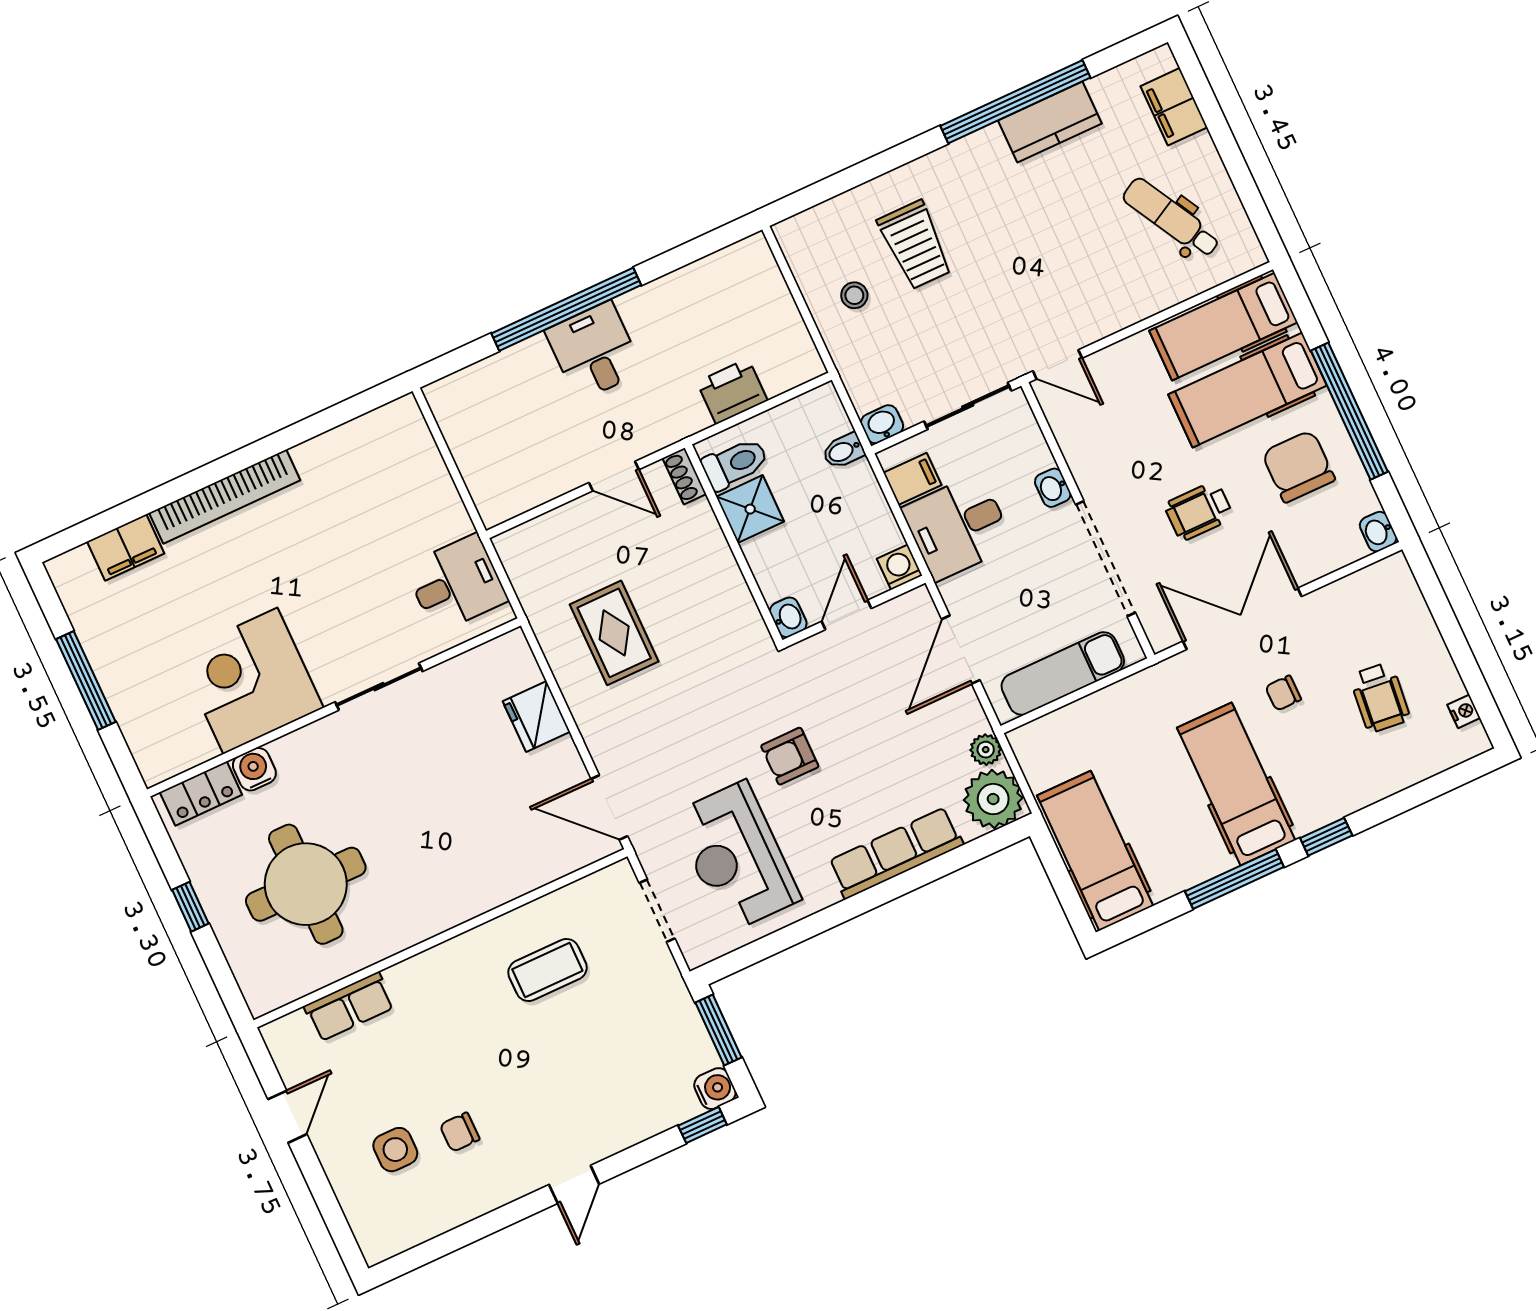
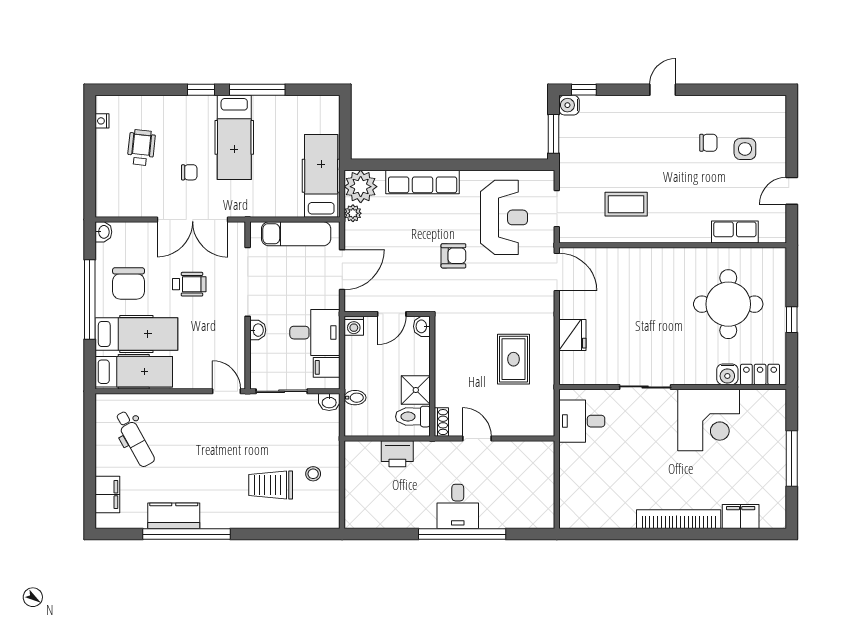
trolley: (915, 245) -> (271, 485), turned -90
hospital bed: (1095, 851) -> (321, 176), moved, turned 180

